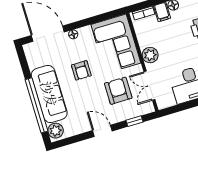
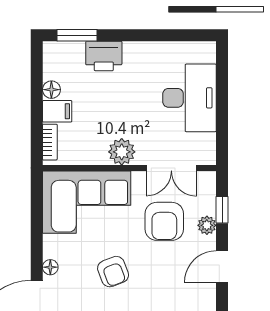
armchair: (81, 70) -> (113, 272), turned 69
armchair: (118, 91) -> (164, 221), turned -90
plant: (123, 115) -> (207, 225), added

